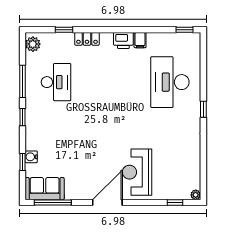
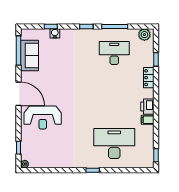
desk: (56, 82) -> (114, 53), turned 180
reception desk: (137, 172) -> (43, 117), turned 180
sofa: (45, 189) -> (30, 56), moved

